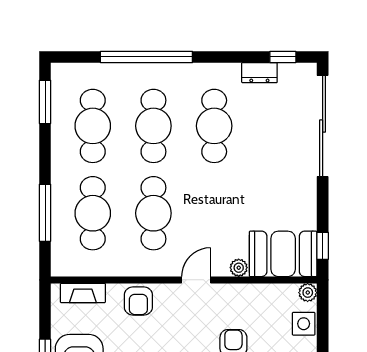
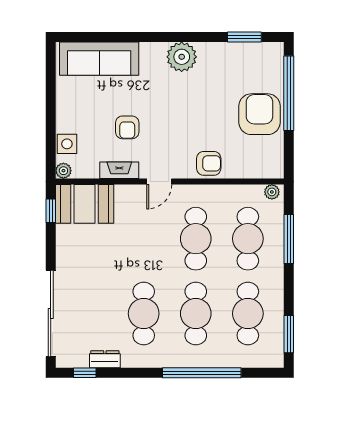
plant: (239, 268) -> (272, 192), moved
fireplace: (83, 293) -> (119, 170), moved
armchair: (138, 301) -> (209, 163), turned 90

